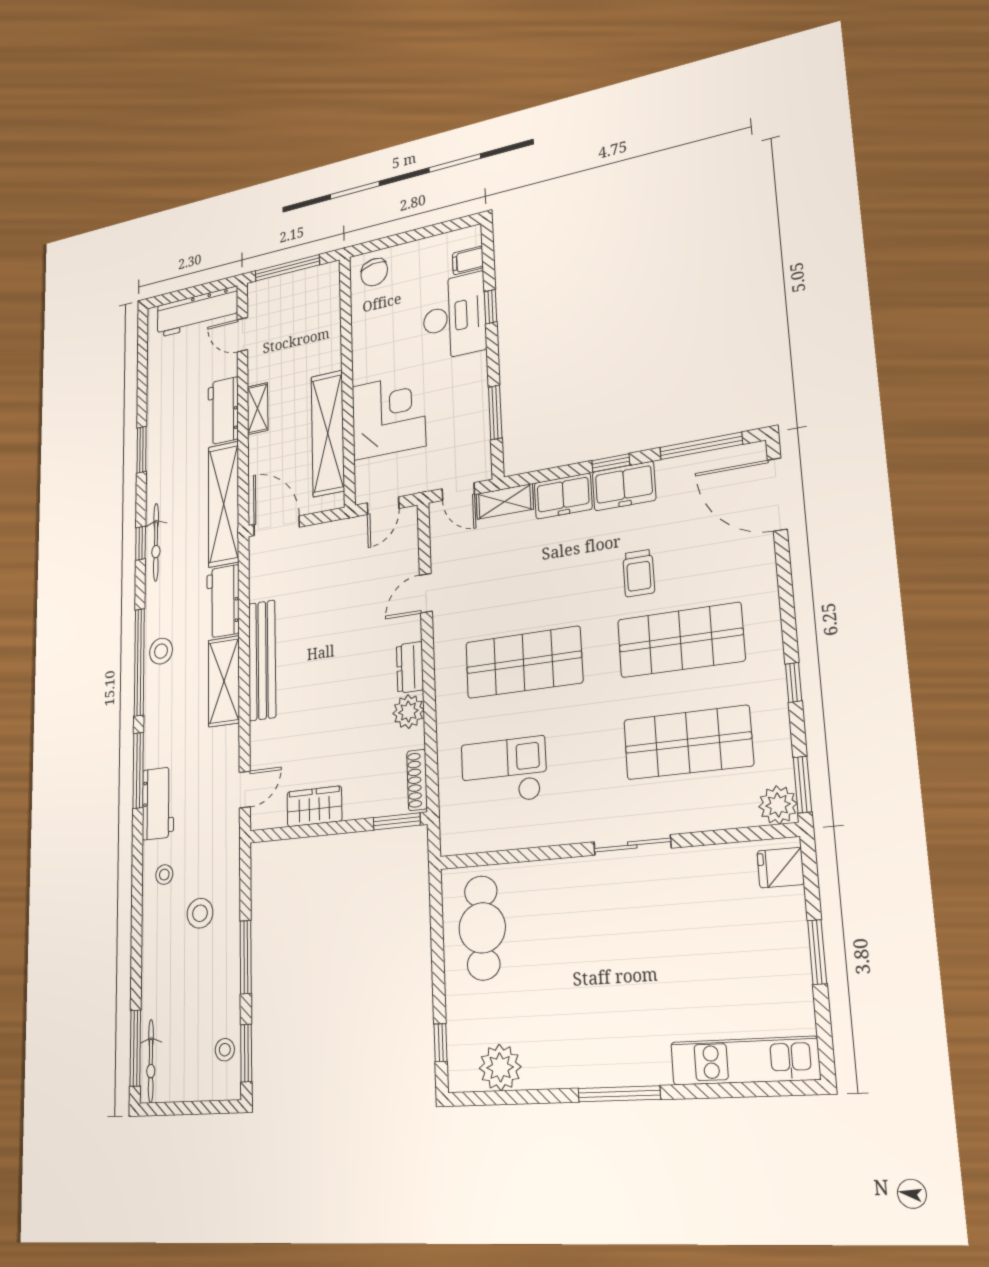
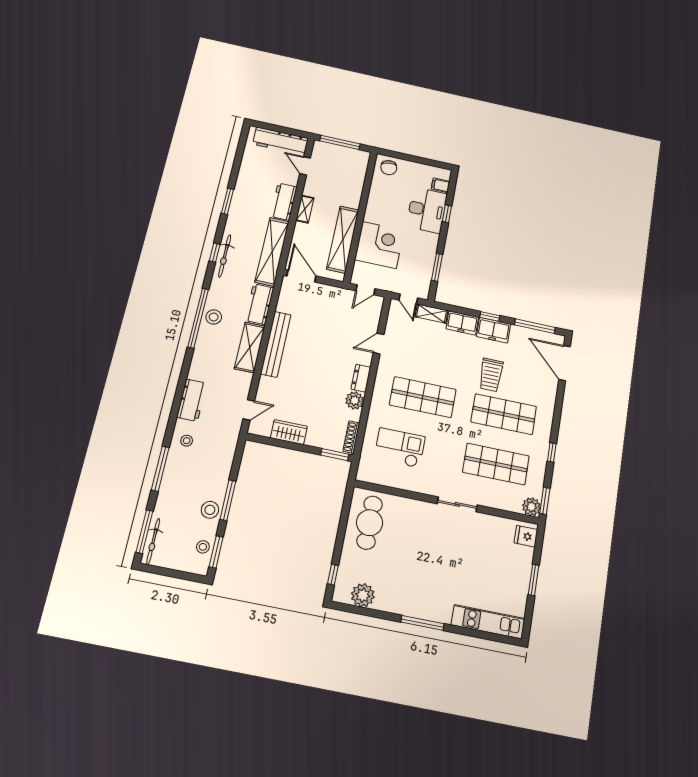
trolley: (639, 573) -> (491, 375), width x1.36, depth x1.39
window: (138, 770) -> (160, 469), moved
stool: (200, 913) -> (210, 510), moved

